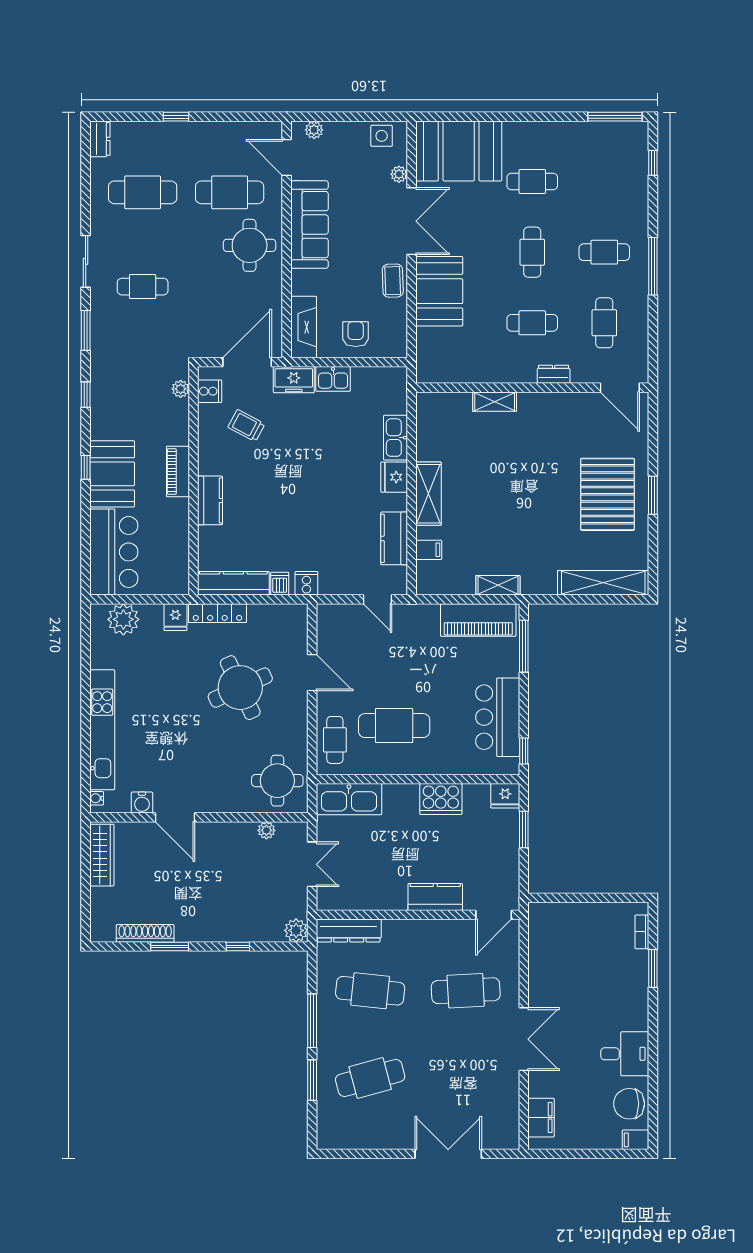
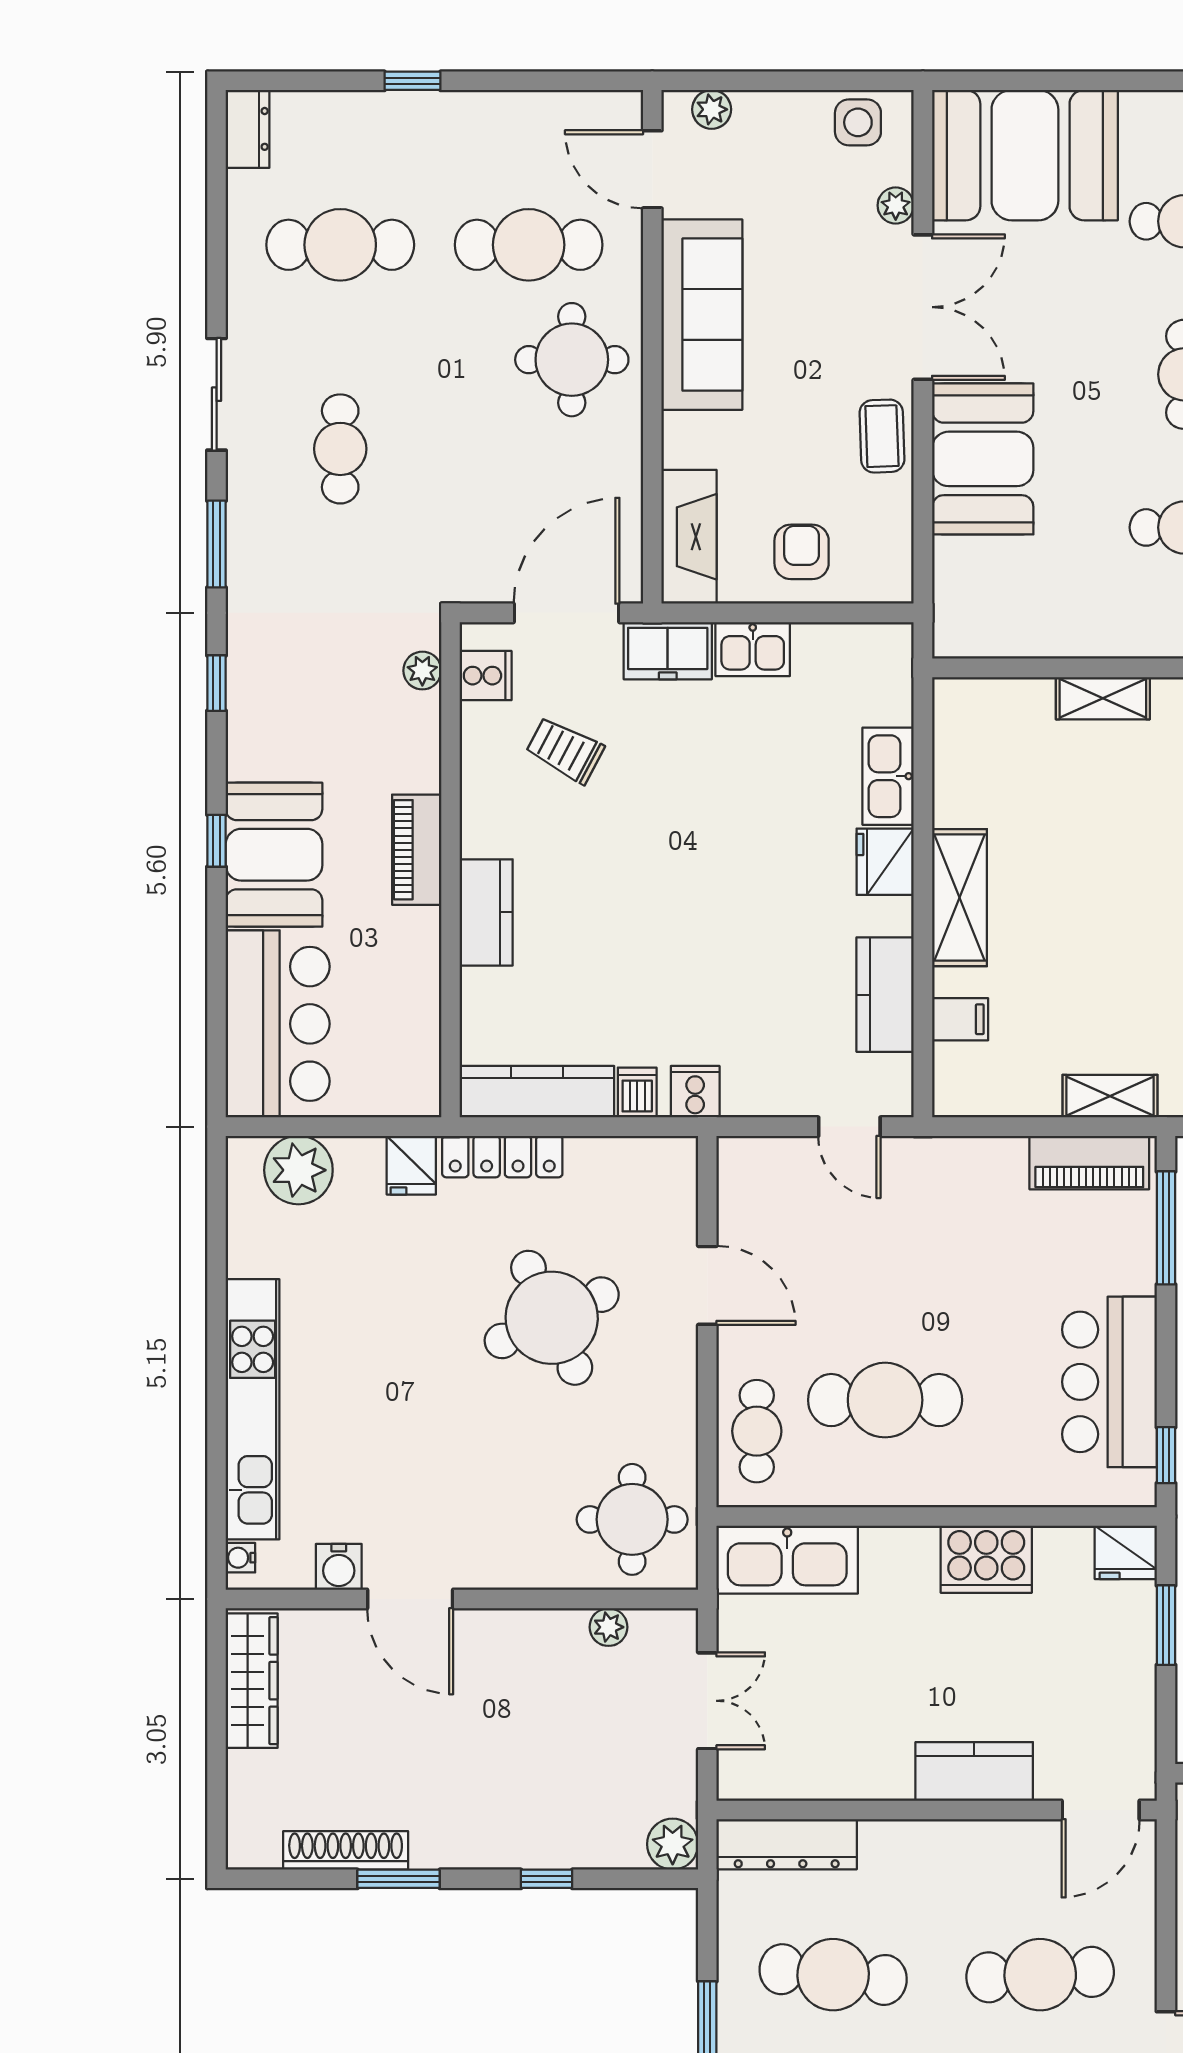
cafe table: (143, 287) -> (340, 449), turned 90
piano: (478, 620) -> (1089, 1163), width x0.73, depth x0.75

